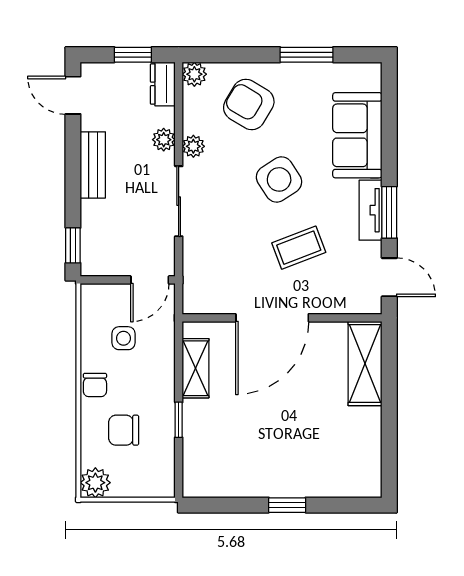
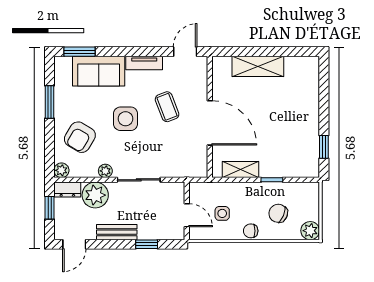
plant: (164, 140) -> (95, 195), width x1.88, depth x1.88
side table: (279, 179) -> (126, 119), turned 33
window: (389, 212) -> (79, 52), moved
window: (73, 245) -> (147, 244), moved
door: (150, 280) -> (187, 215), moved
shelving: (365, 363) -> (258, 66), moved
chair: (95, 385) -> (251, 231), turned 180
chair: (124, 430) -> (278, 213), turned 113
window: (287, 505) -> (324, 147), moved

